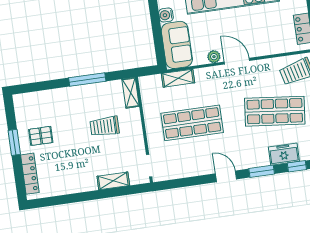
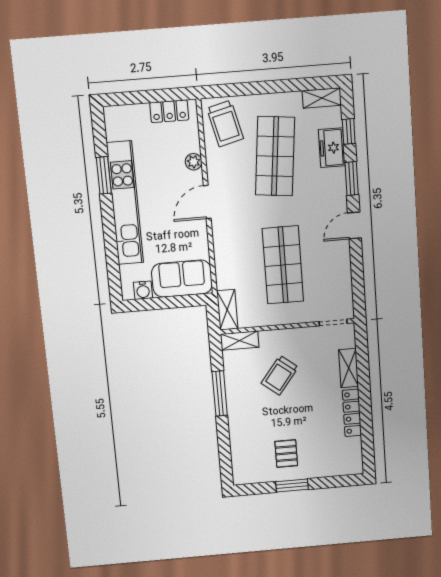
plant: (214, 57) -> (194, 162), moved
shelving: (178, 78) -> (227, 310), moved
trolley: (105, 126) -> (280, 375), turned 38
locker: (30, 174) -> (352, 413), moved, turned -90

